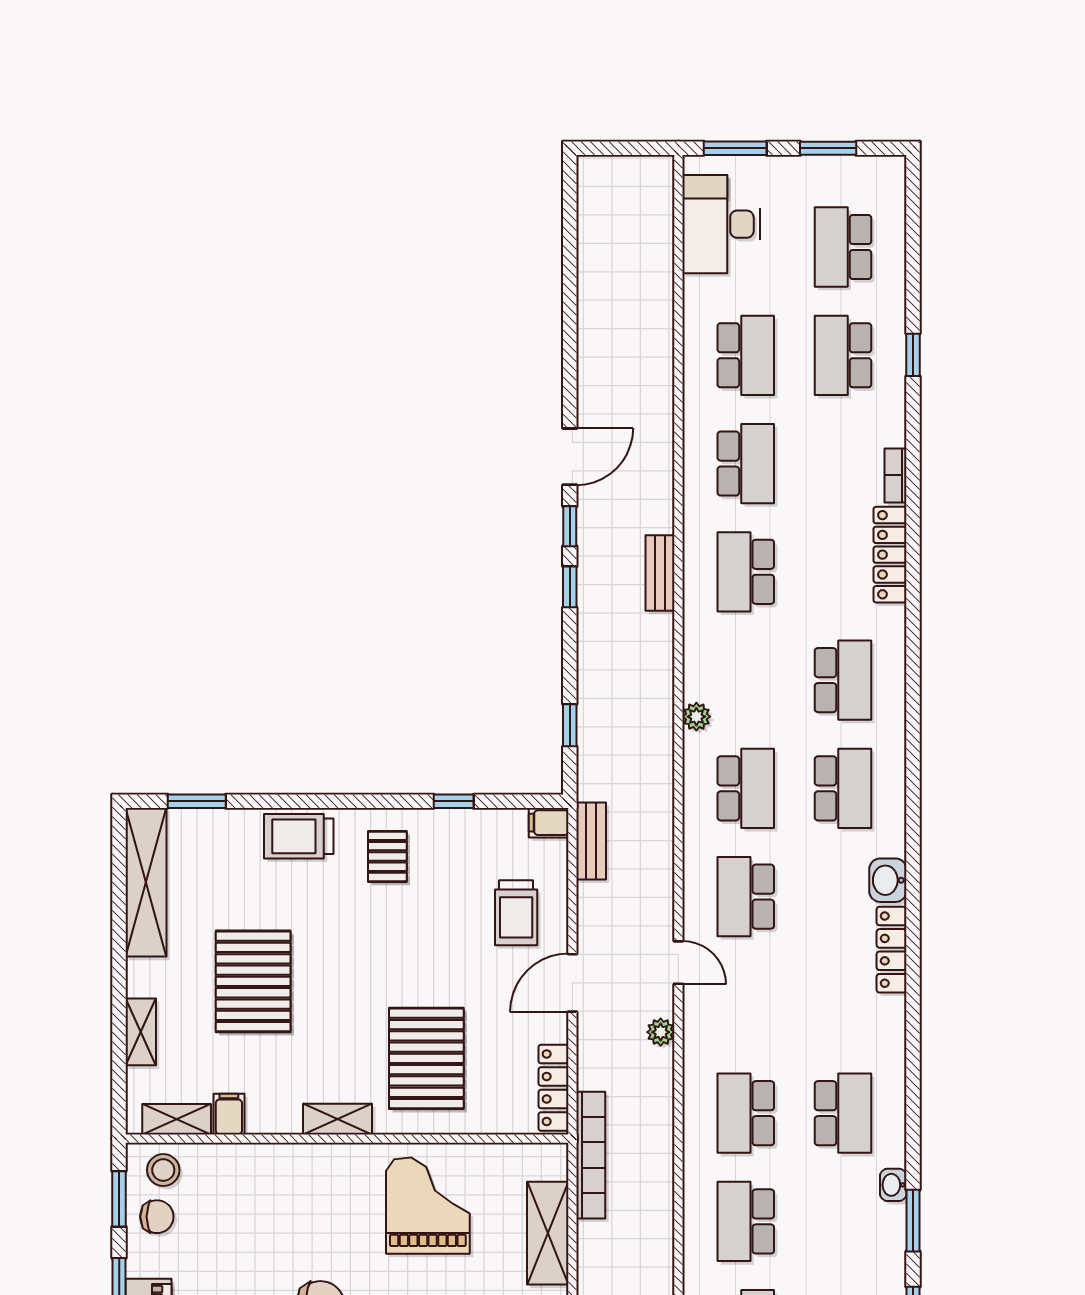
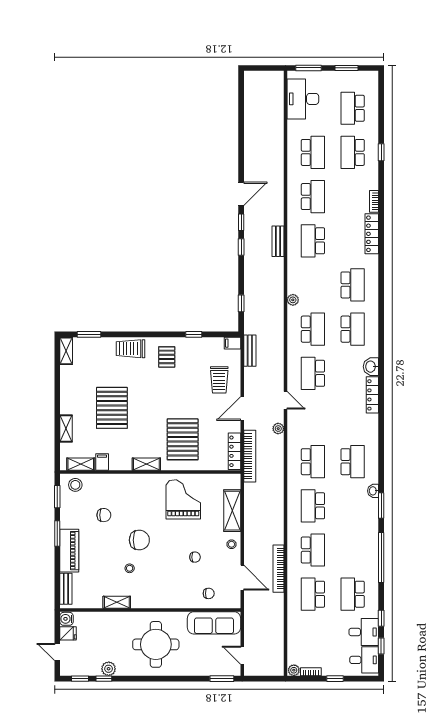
shelving: (146, 882) -> (66, 351), width x0.45, depth x0.75
school desk: (746, 1113) -> (313, 462), turned 180
bookcase: (591, 1155) -> (250, 456), moved
chair: (157, 1217) -> (104, 515), moved

